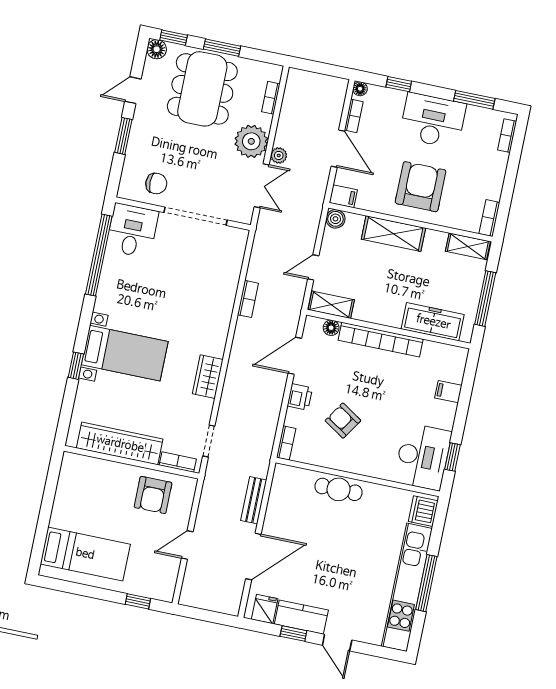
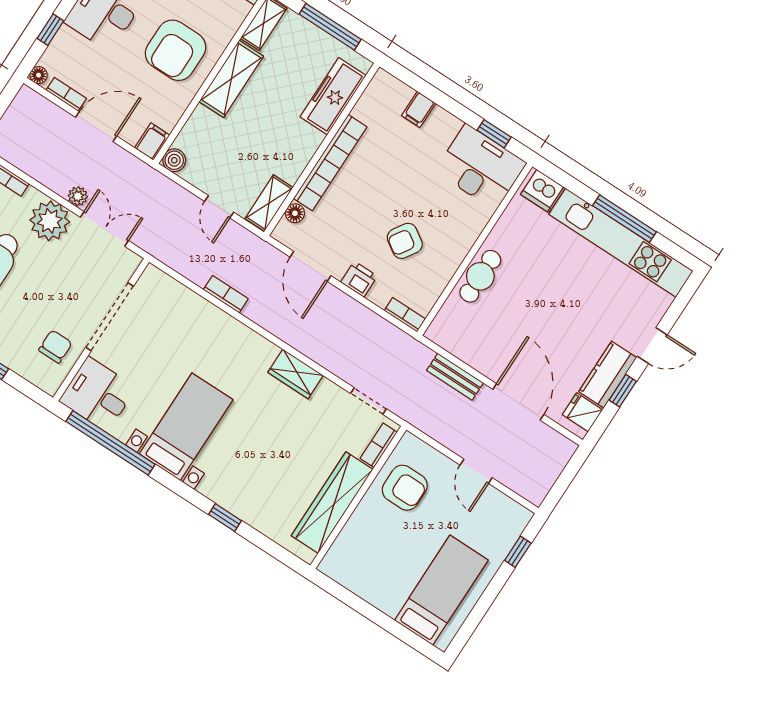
armchair: (421, 187) -> (176, 50), turned -90
shelving: (393, 234) -> (231, 79), moved
bed with nightstands: (125, 353) -> (186, 427), moved

